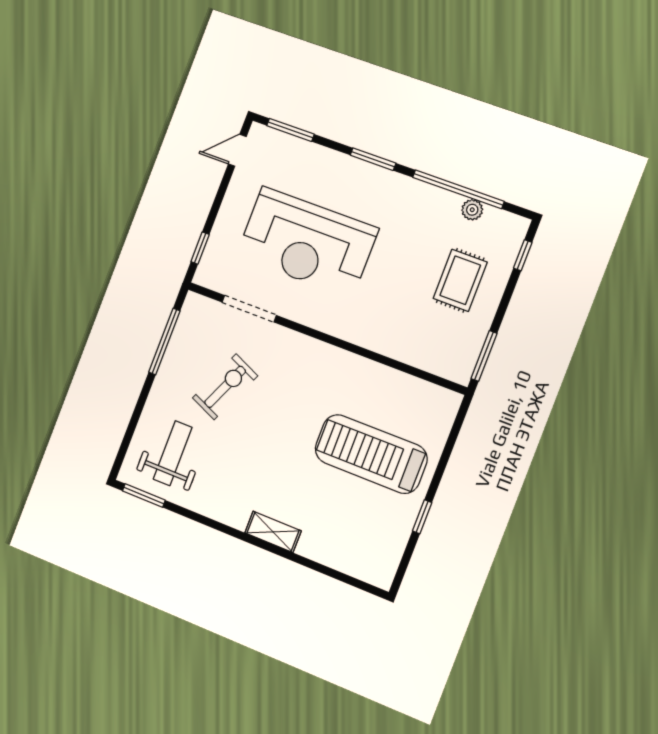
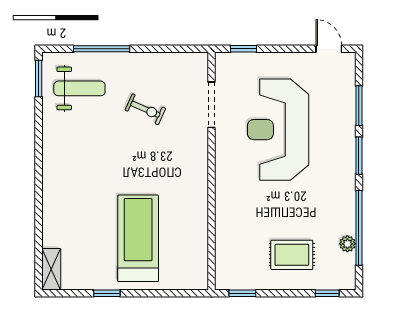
window: (290, 130) -> (359, 106), moved
window: (164, 342) -> (102, 49), moved
window: (484, 356) -> (242, 293), width x0.67
exercise bike: (225, 387) -> (145, 109), width x0.73, depth x0.72
shelving: (273, 532) -> (51, 269), moved

